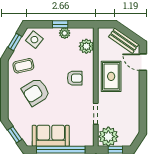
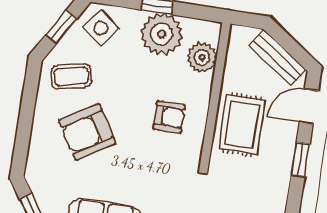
plant: (65, 33) -> (162, 34), width x1.88, depth x1.88
door: (143, 62) -> (309, 106), hinge flipped
window: (143, 89) -> (301, 159), added

